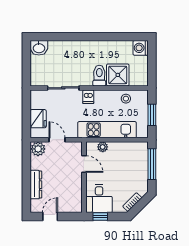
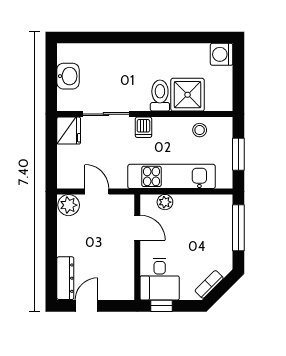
washbasin: (39, 48) -> (68, 76), moved, turned -90
fridge: (38, 119) -> (69, 131), moved
dresser: (36, 185) -> (65, 278), moved

